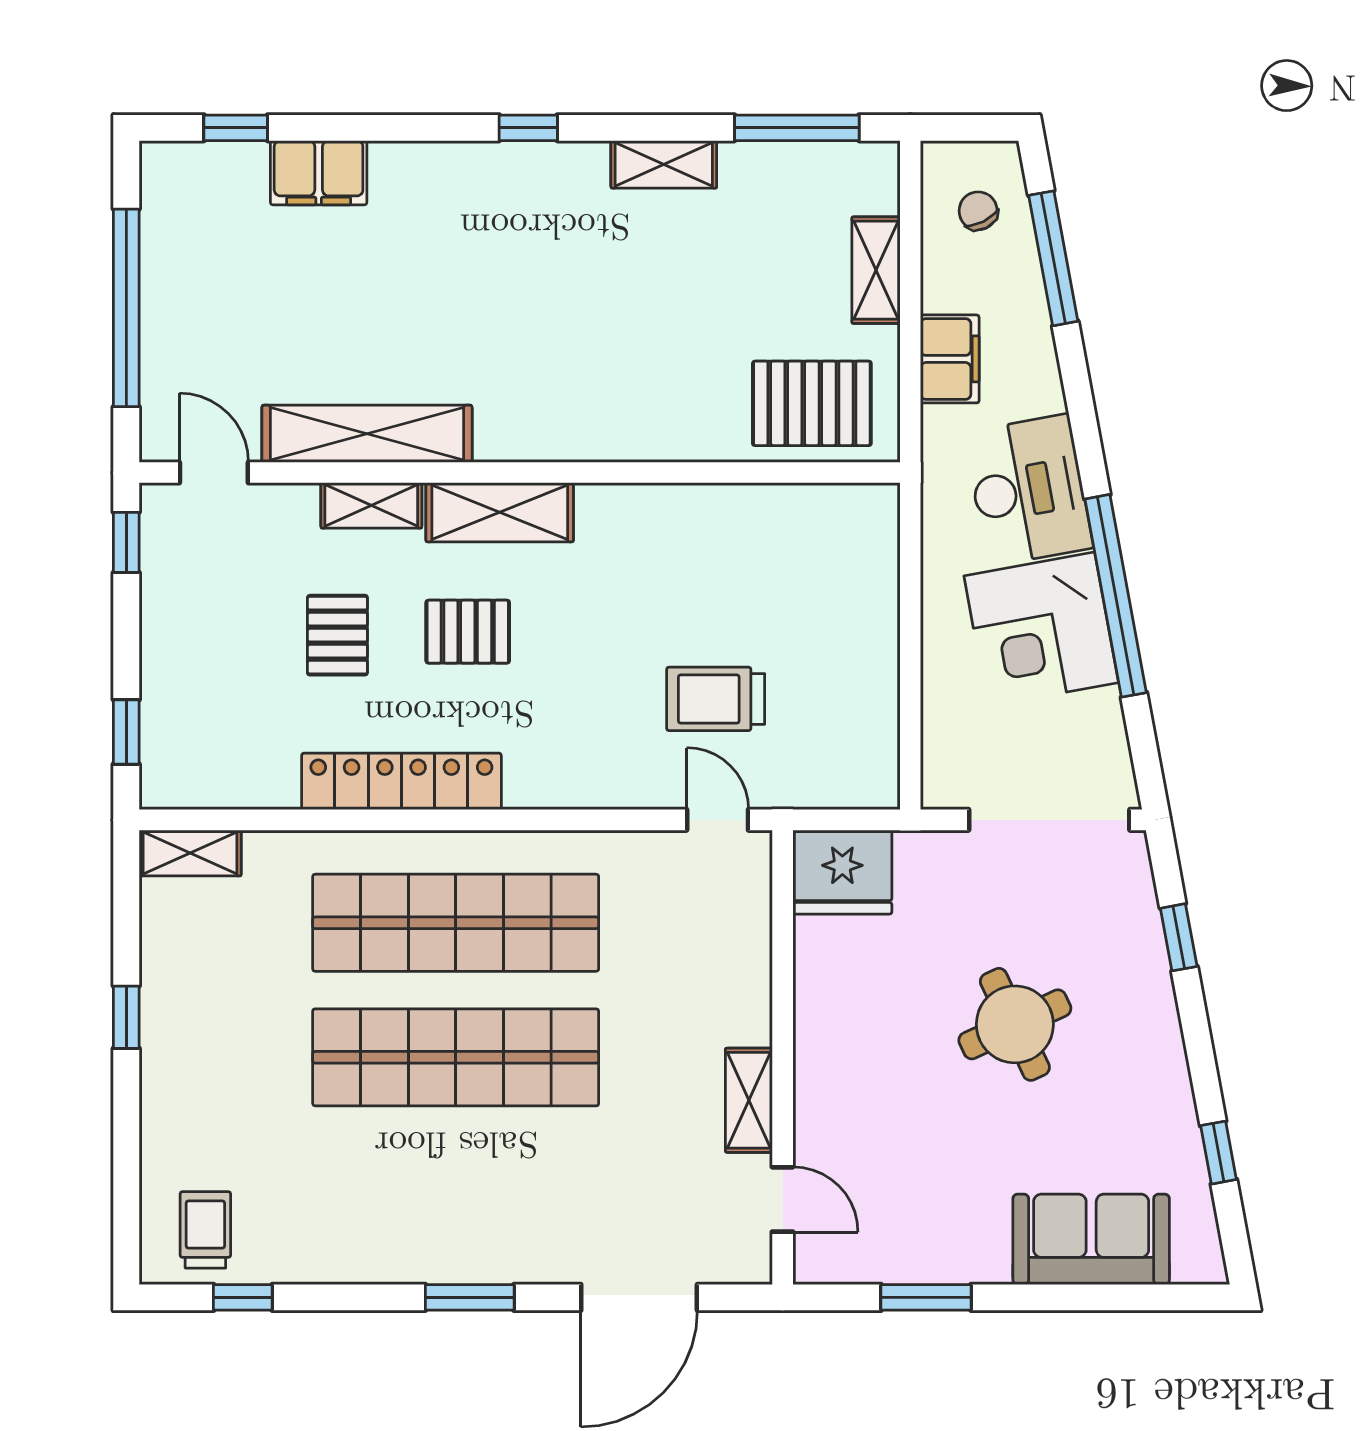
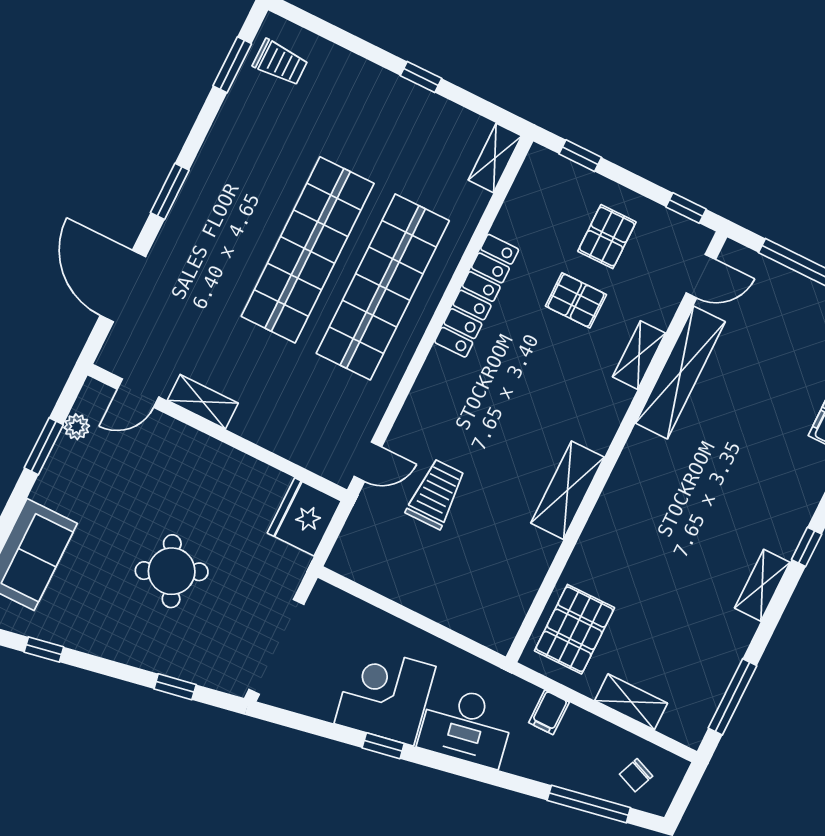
shelving: (664, 164) -> (762, 585), moved
chair: (978, 211) -> (636, 775), turned 139
filing cabinet: (950, 359) -> (549, 712), width x0.50
shelving: (500, 512) -> (568, 490), moved
window: (1116, 596) -> (383, 746), width x0.32
pallet: (468, 632) -> (607, 237), moved
plant: (875, 1264) -> (77, 427), added
window: (243, 1297) -> (232, 65), width x1.50

